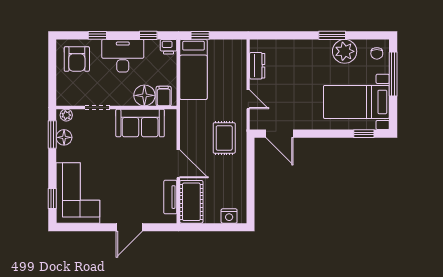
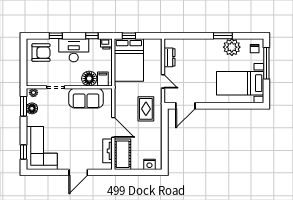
armchair: (77, 59) -> (41, 53), turned -90
bed: (193, 69) -> (129, 60), width x1.50
door: (280, 134) -> (185, 106), hinge flipped
window: (364, 134) -> (245, 106), removed

